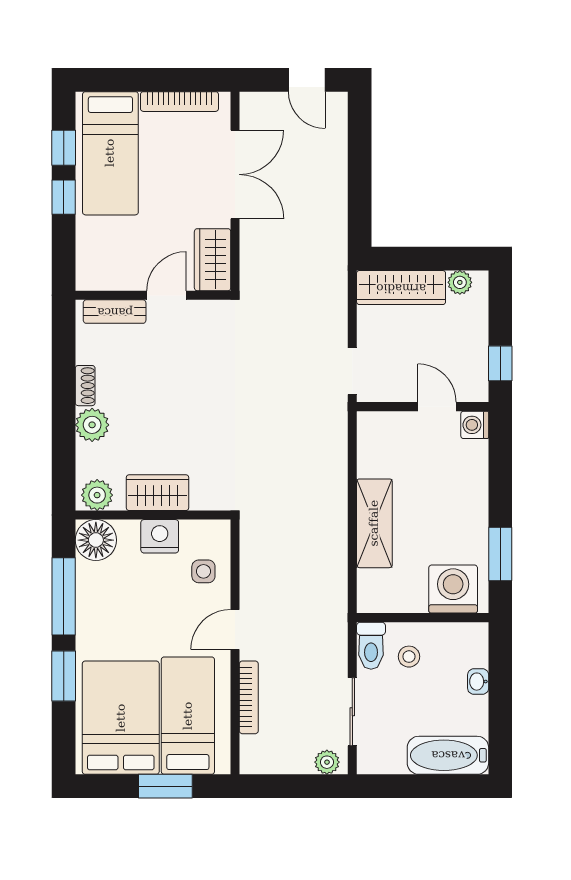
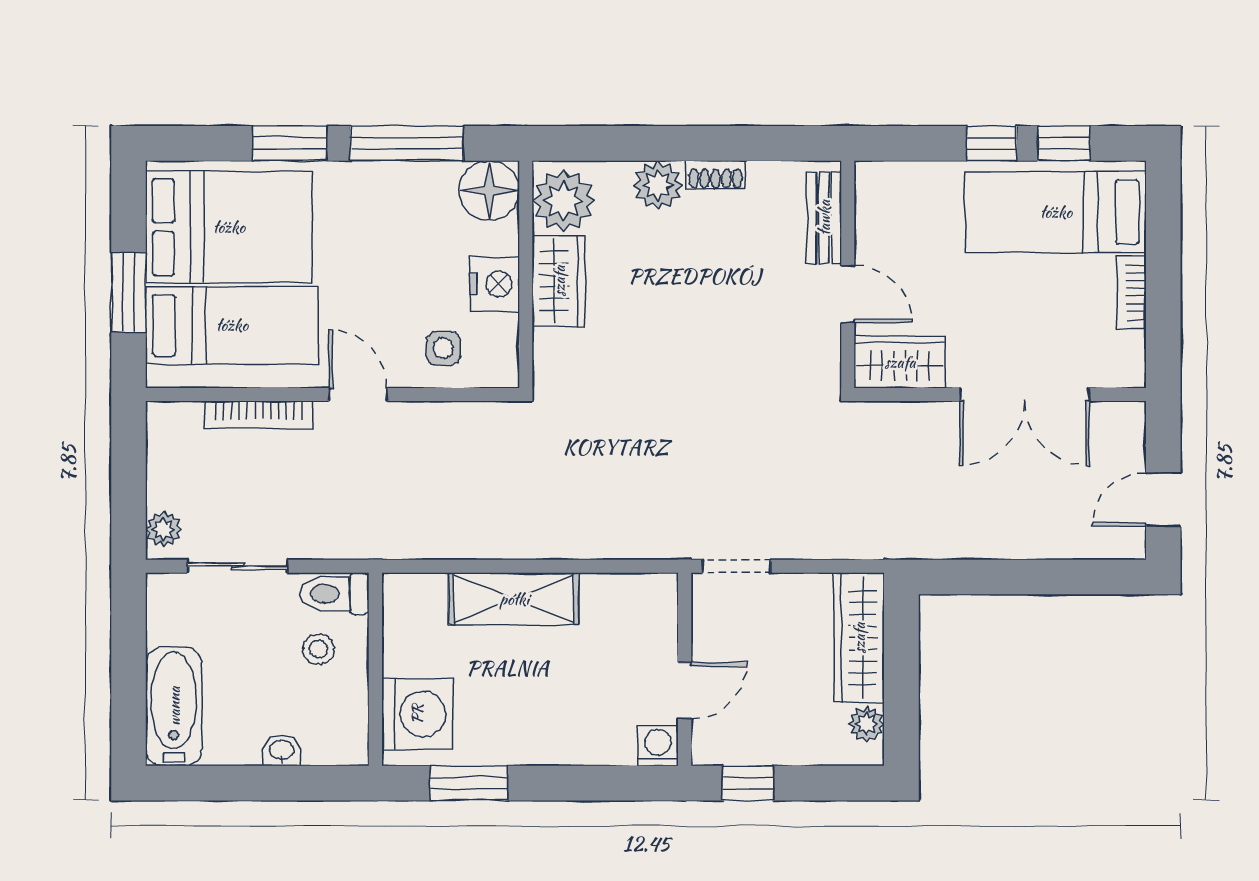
bookcase: (179, 102) -> (1132, 293), width x0.64
plant: (97, 495) -> (563, 201), width x1.36, depth x1.36

